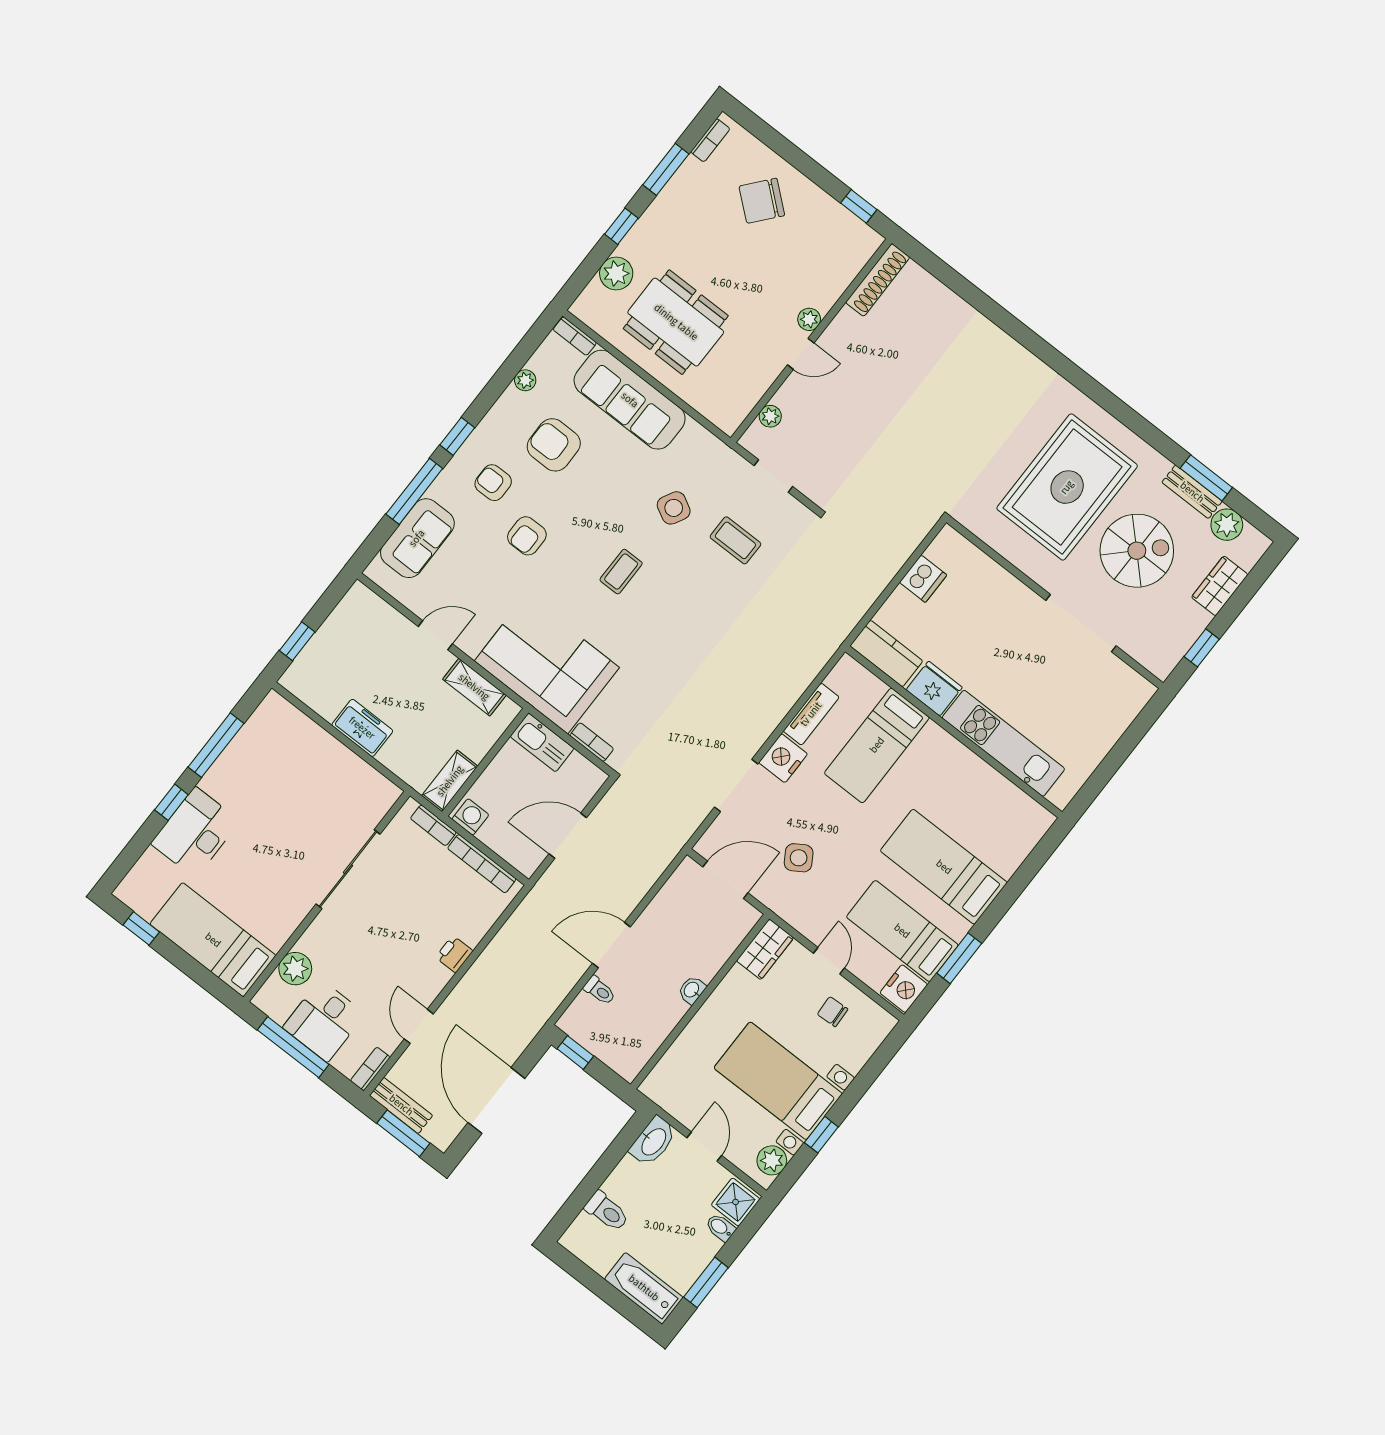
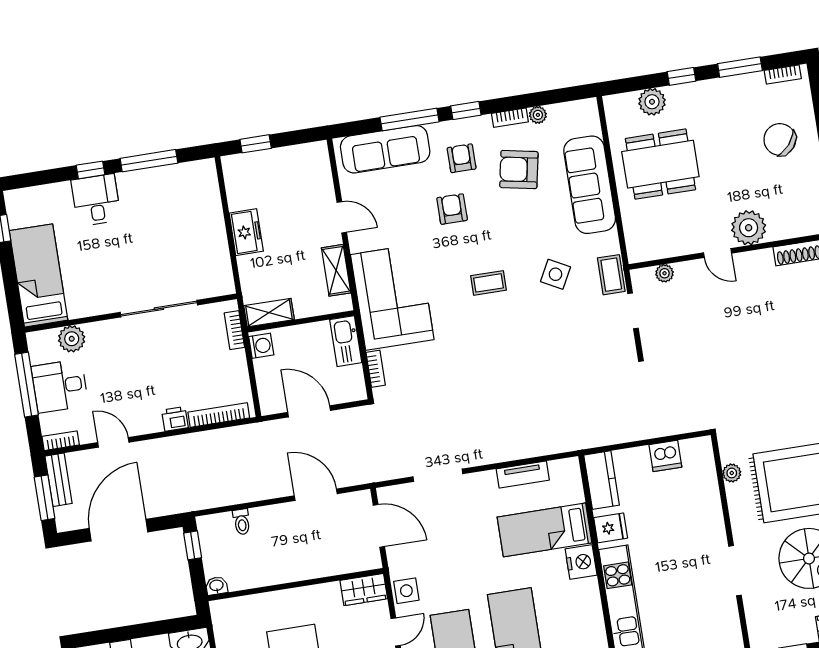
plant: (809, 319) -> (749, 228), width x1.88, depth x1.88
dining table: (676, 322) -> (660, 164), turned 90
bookcase: (575, 336) -> (510, 118), moved, turned -90
armchair: (554, 445) -> (519, 170), turned -79
armchair: (527, 536) -> (452, 209), turned 90
sofa: (417, 538) -> (385, 149), width x1.36
plant: (997, 539) -> (732, 473), added
coffee table: (735, 540) -> (611, 275), moved
doorway: (1081, 623) -> (735, 571), width x0.73
fridge: (934, 689) -> (611, 528), width x0.72
nightstand: (783, 758) -> (581, 562), moved, turned 90
desk: (195, 832) -> (96, 200), width x0.73
side table: (799, 858) -> (406, 591), moved, turned 32
bookcase: (482, 864) -> (219, 415), moved, turned 90
door: (611, 945) -> (316, 495), moved
washbasin: (692, 990) -> (217, 586), moved
door: (419, 1026) -> (113, 442), hinge flipped

